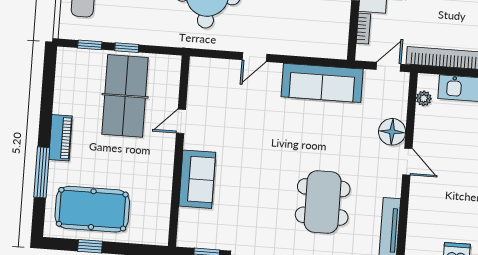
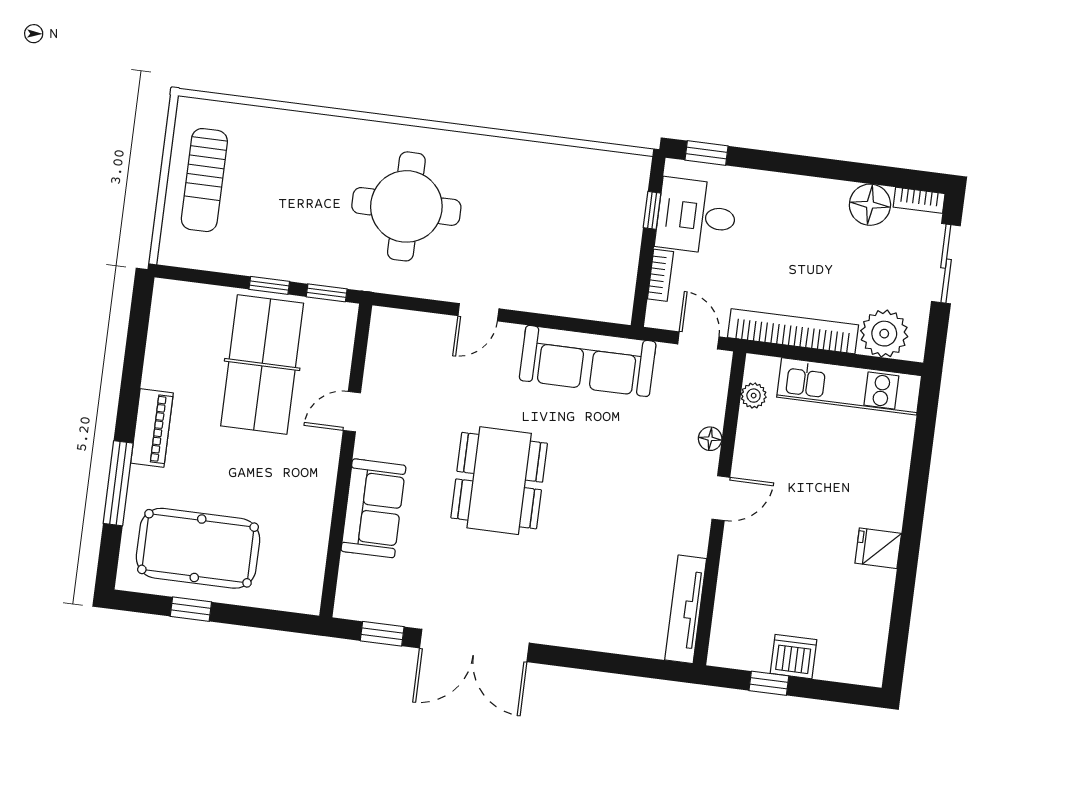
window: (90, 45) -> (327, 293), moved
door: (388, 67) -> (698, 340), hinge flipped
floor lamp: (392, 132) -> (710, 439), width x0.53, depth x0.53
door: (407, 162) -> (721, 498), hinge flipped
dining table: (323, 202) -> (499, 481), moved

